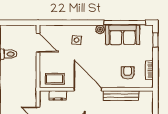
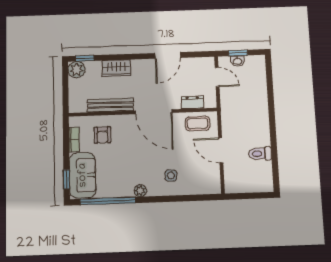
sofa: (123, 35) -> (83, 175), moved, turned 90
door: (38, 43) -> (221, 150), moved

